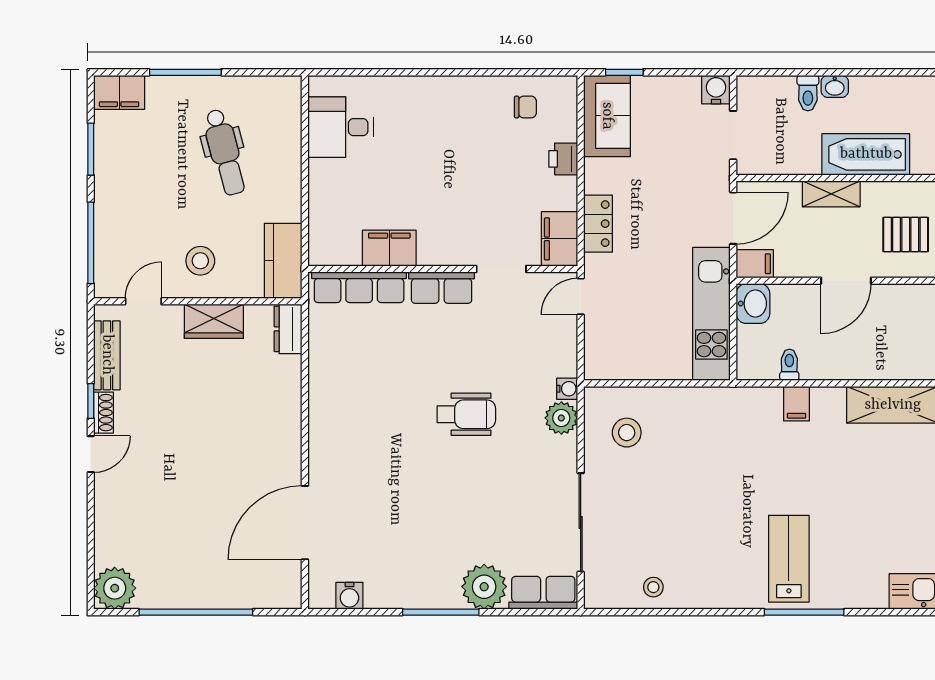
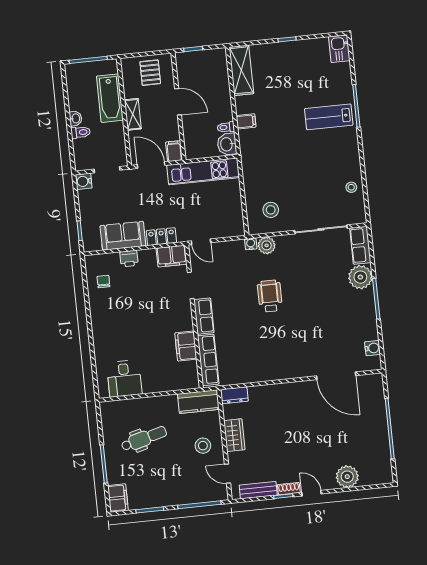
sofa: (607, 116) -> (123, 236), moved
washbasin: (753, 304) -> (227, 144), moved, turned -90
plant: (115, 588) -> (347, 477), moved

